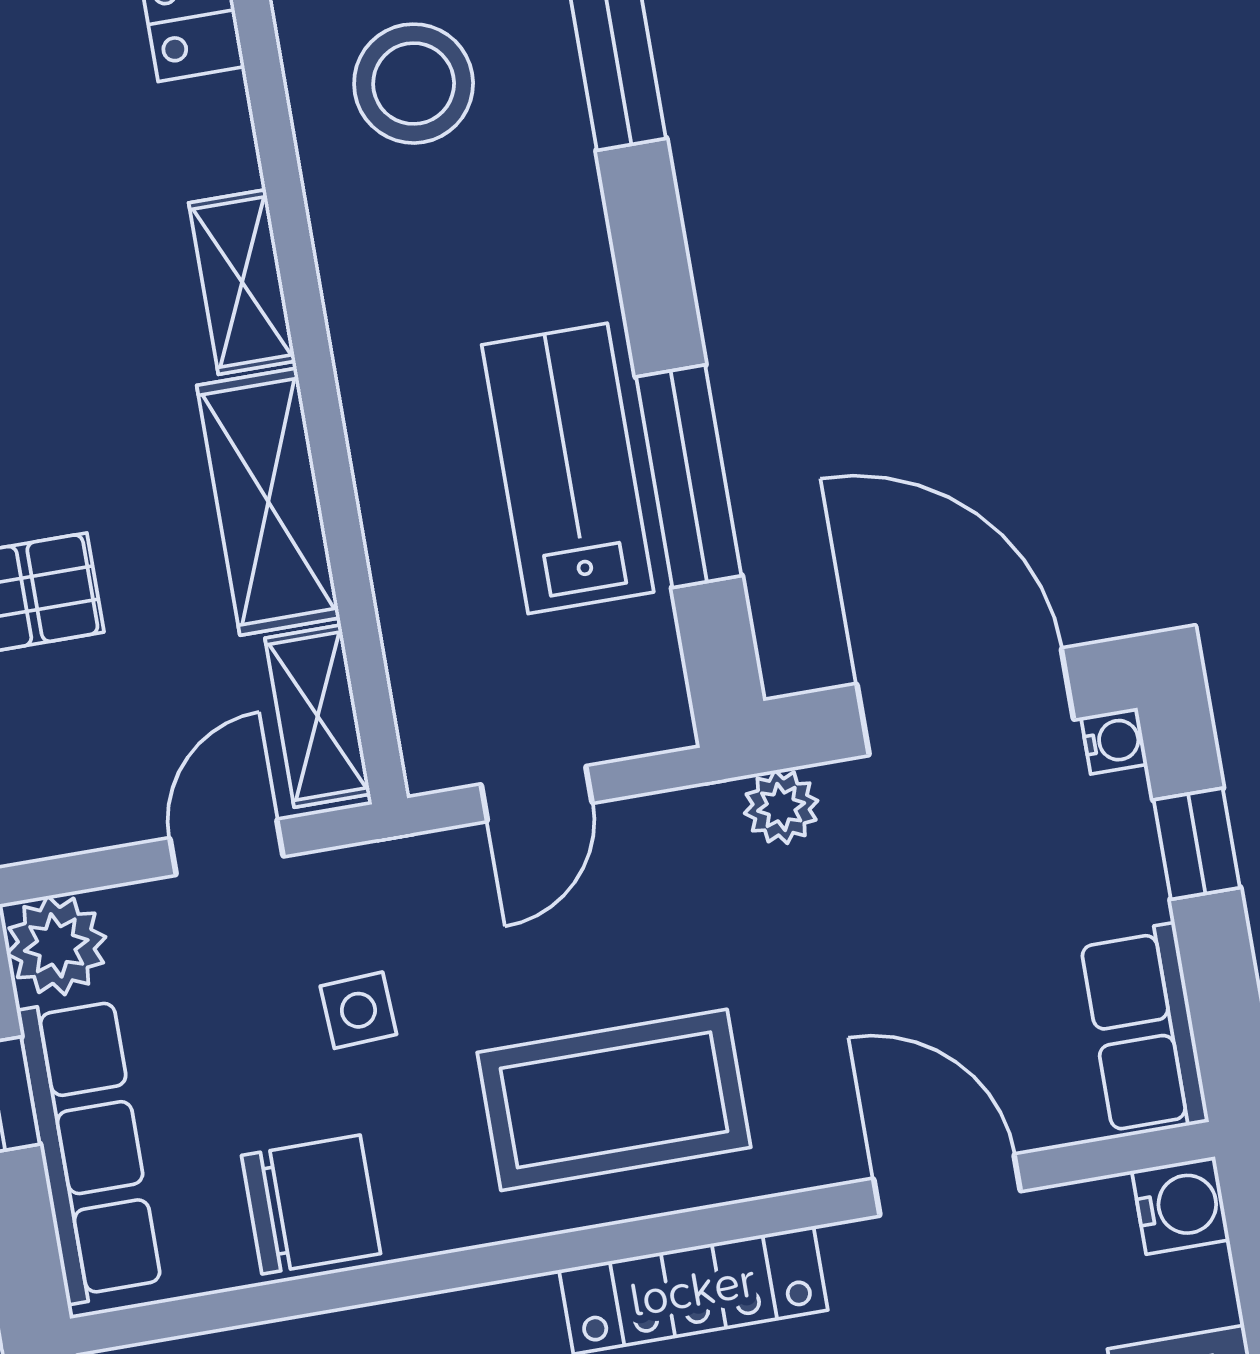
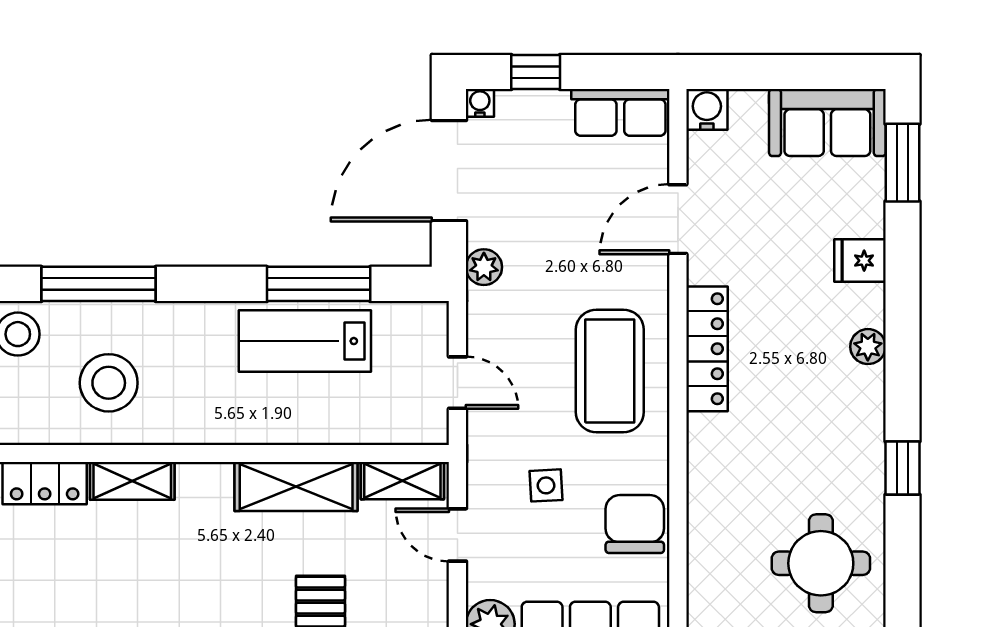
shelving: (242, 282) -> (132, 481), moved

